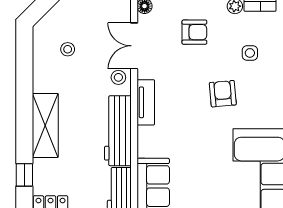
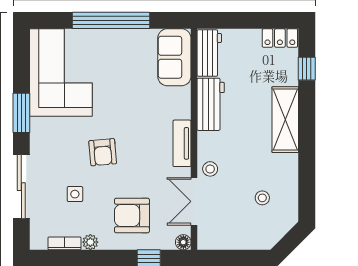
armchair: (194, 32) -> (132, 215), width x1.38, depth x1.38
double door: (134, 46) -> (194, 201), swing flipped
workbench: (118, 131) -> (211, 104), width x0.73

